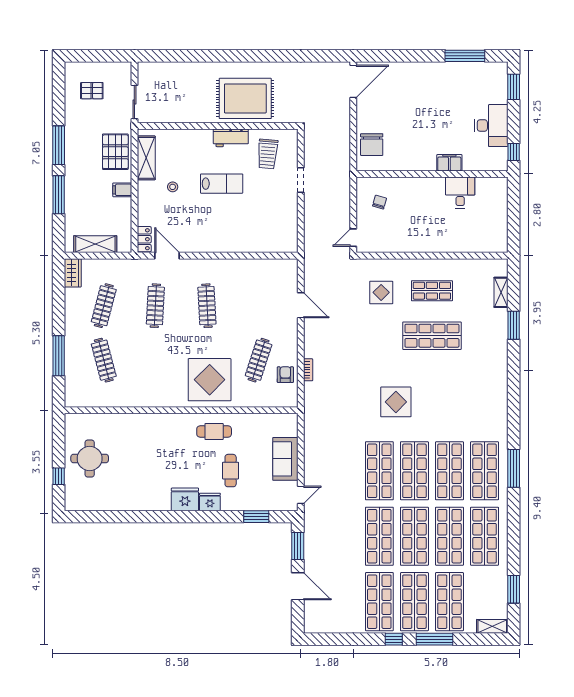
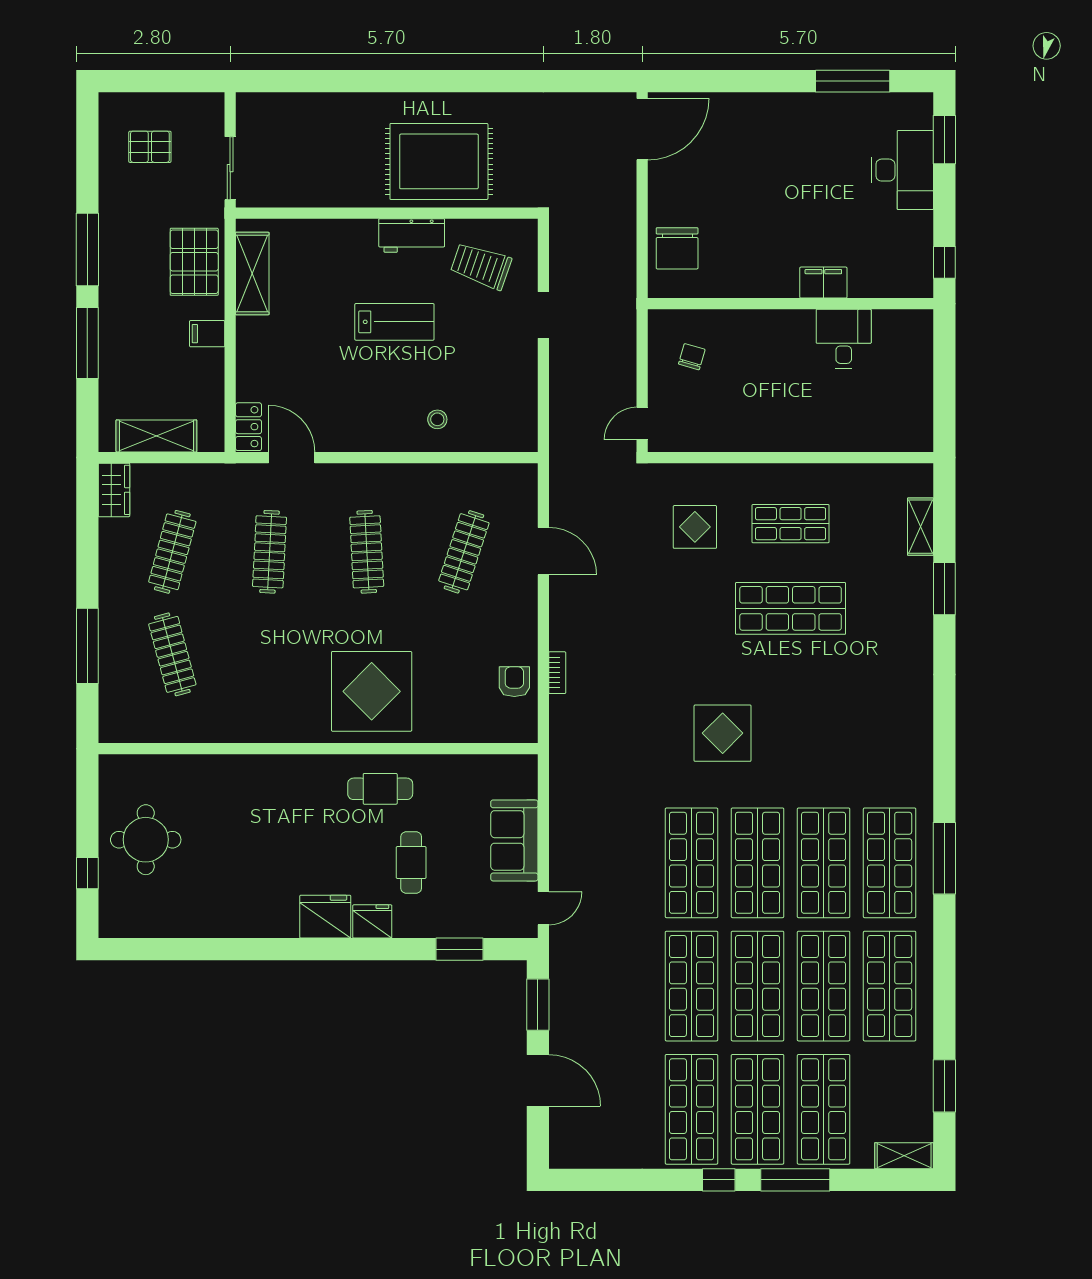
desk: (491, 126) -> (902, 170), moved
trolley: (268, 154) -> (481, 266), turned 104
stool: (173, 187) -> (437, 419), moved
clothes rail: (259, 360) -> (464, 552), moved

